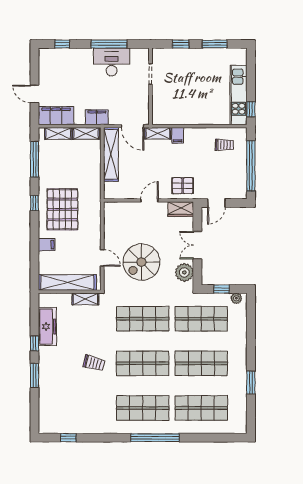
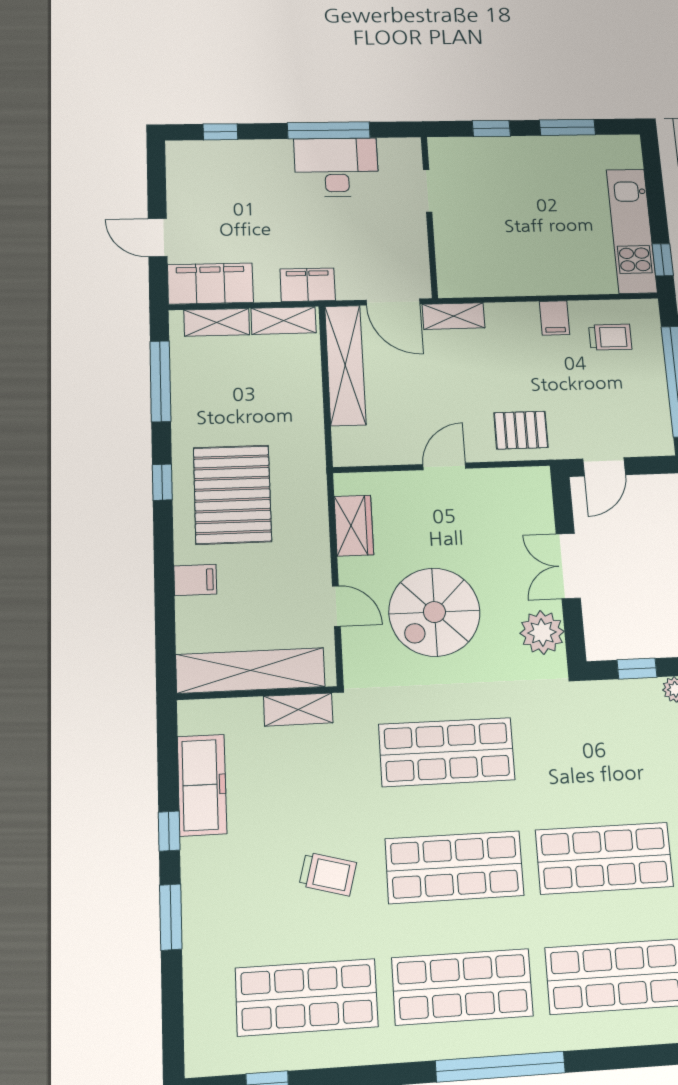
filing cabinet: (178, 135) -> (554, 318), moved
wardrobe: (181, 209) -> (354, 526), moved, turned -90
shop shelf: (201, 319) -> (307, 997), moved

